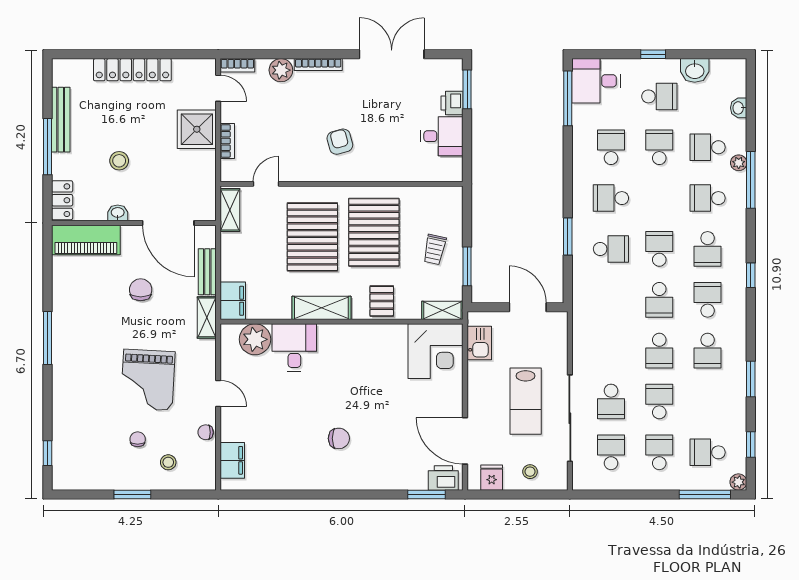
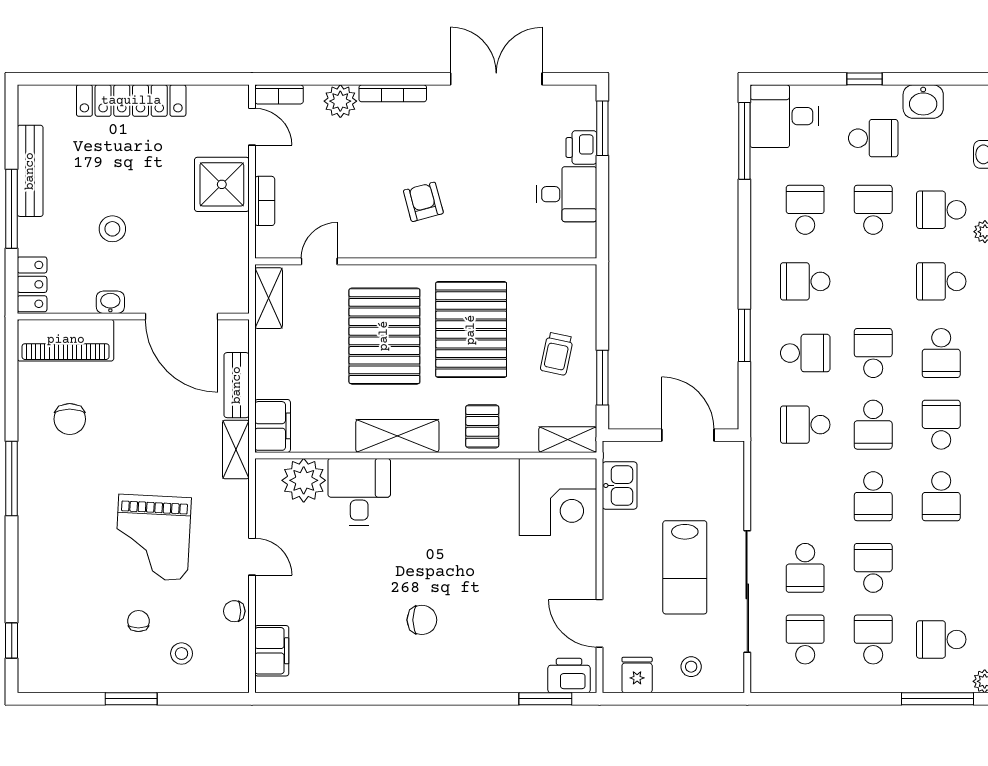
chair: (141, 290) -> (70, 419), moved, turned 180
school desk: (611, 300) -> (805, 425), added
door: (465, 441) -> (599, 623), width x0.73

